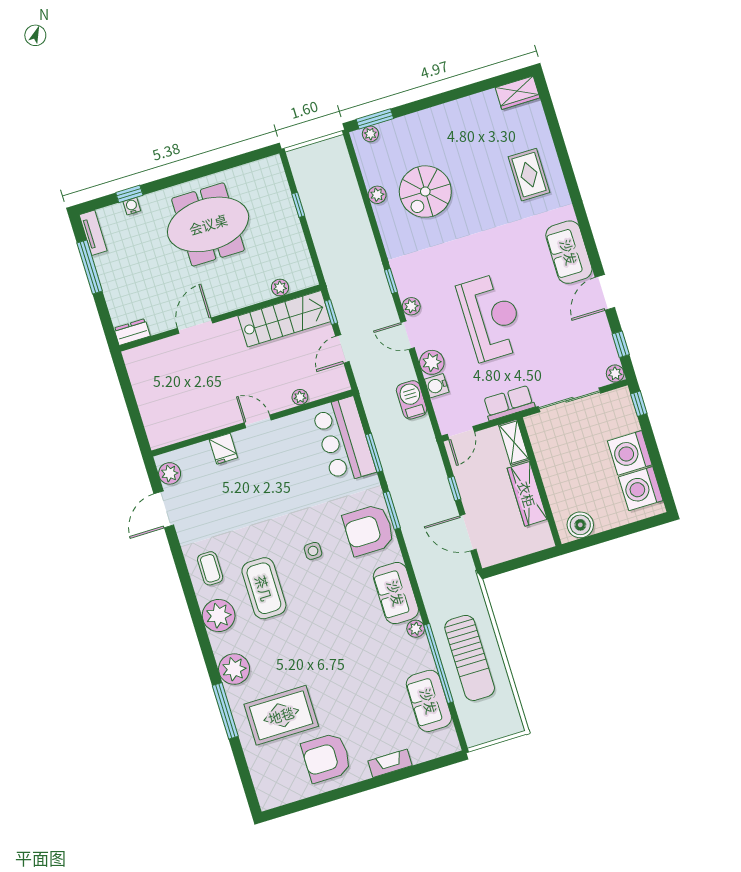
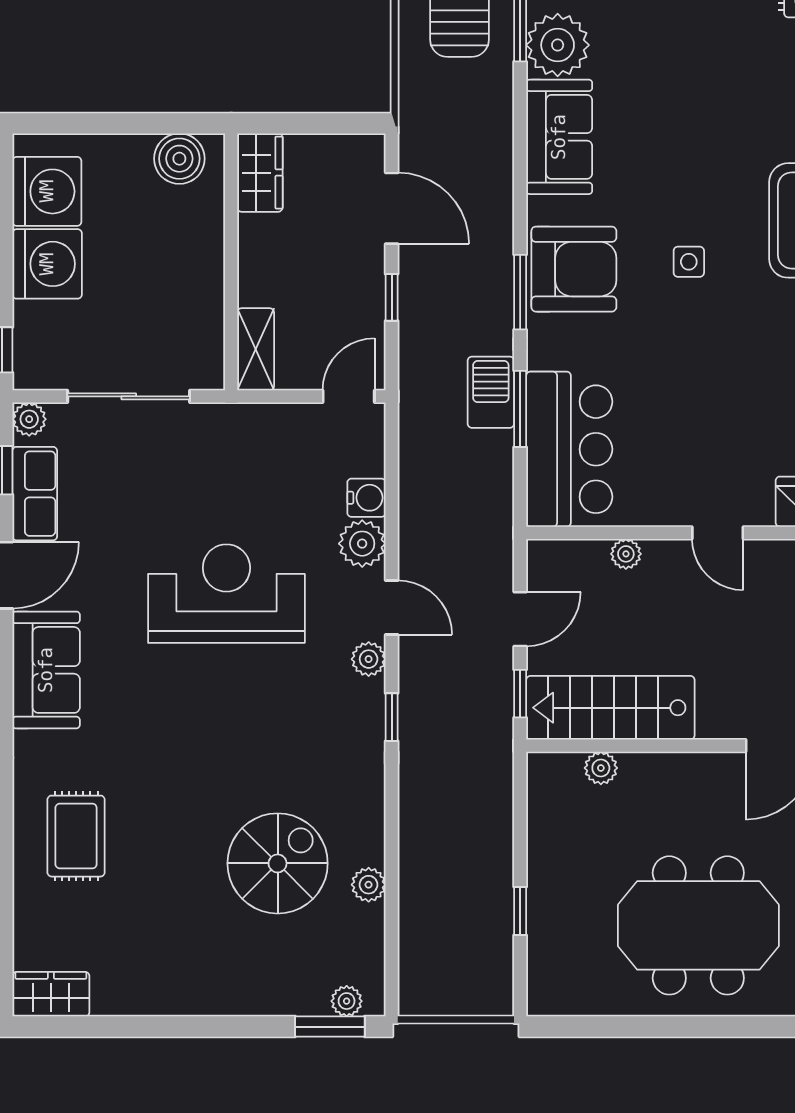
reception desk: (491, 317) -> (226, 594), turned 90
barbecue: (412, 400) -> (491, 392), moved, turned 180
row of seats: (509, 403) -> (35, 494), moved, turned -90
wardrobe: (527, 494) -> (260, 173), moved, width x0.67
plant: (416, 629) -> (558, 45), width x1.87, depth x1.87

